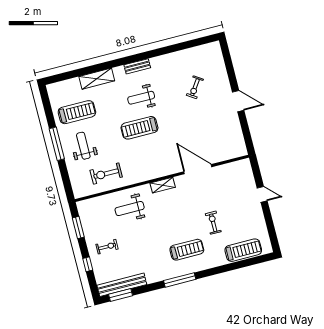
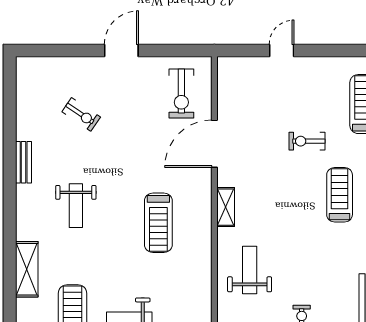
bench: (137, 66) -> (24, 162), moved
treadmill: (139, 128) -> (158, 223), moved
exercise bike: (106, 174) -> (181, 93), moved
weight bench: (130, 209) -> (250, 270), turned 180

